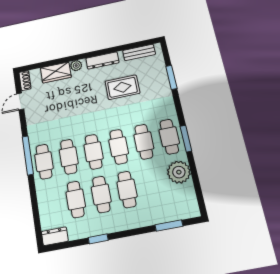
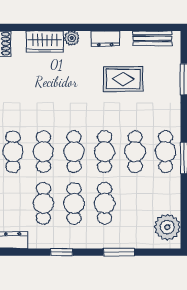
dresser: (102, 60) -> (105, 39), width x0.70
plant: (179, 172) -> (167, 227), moved
window: (169, 226) -> (119, 252), moved

